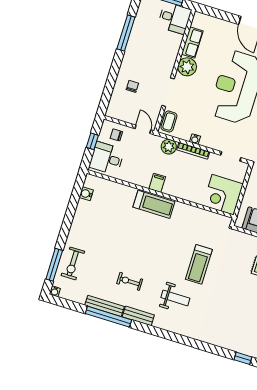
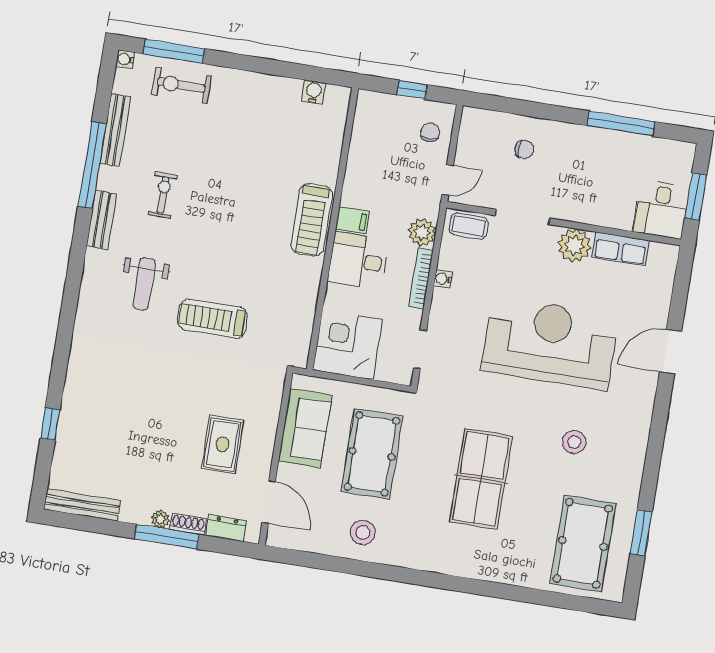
desk: (107, 158) -> (358, 261), moved, turned -90
bench: (104, 306) -> (115, 130), moved

